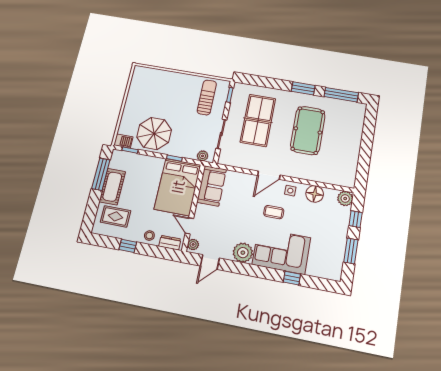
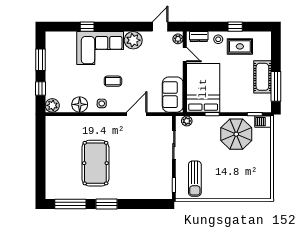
table tennis table: (258, 120) -> (143, 165), removed
door: (269, 175) -> (137, 114), moved
rug: (116, 216) -> (240, 46), moved

